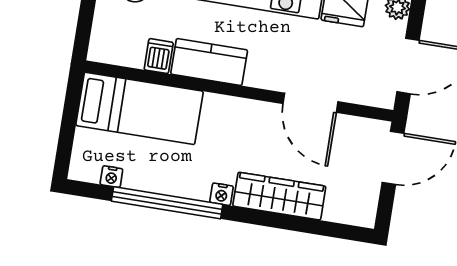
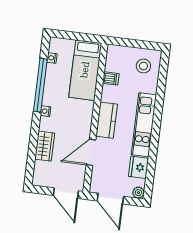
kitchen counter: (209, 62) -> (107, 120), moved
wardrobe: (279, 196) -> (45, 146), width x0.67

